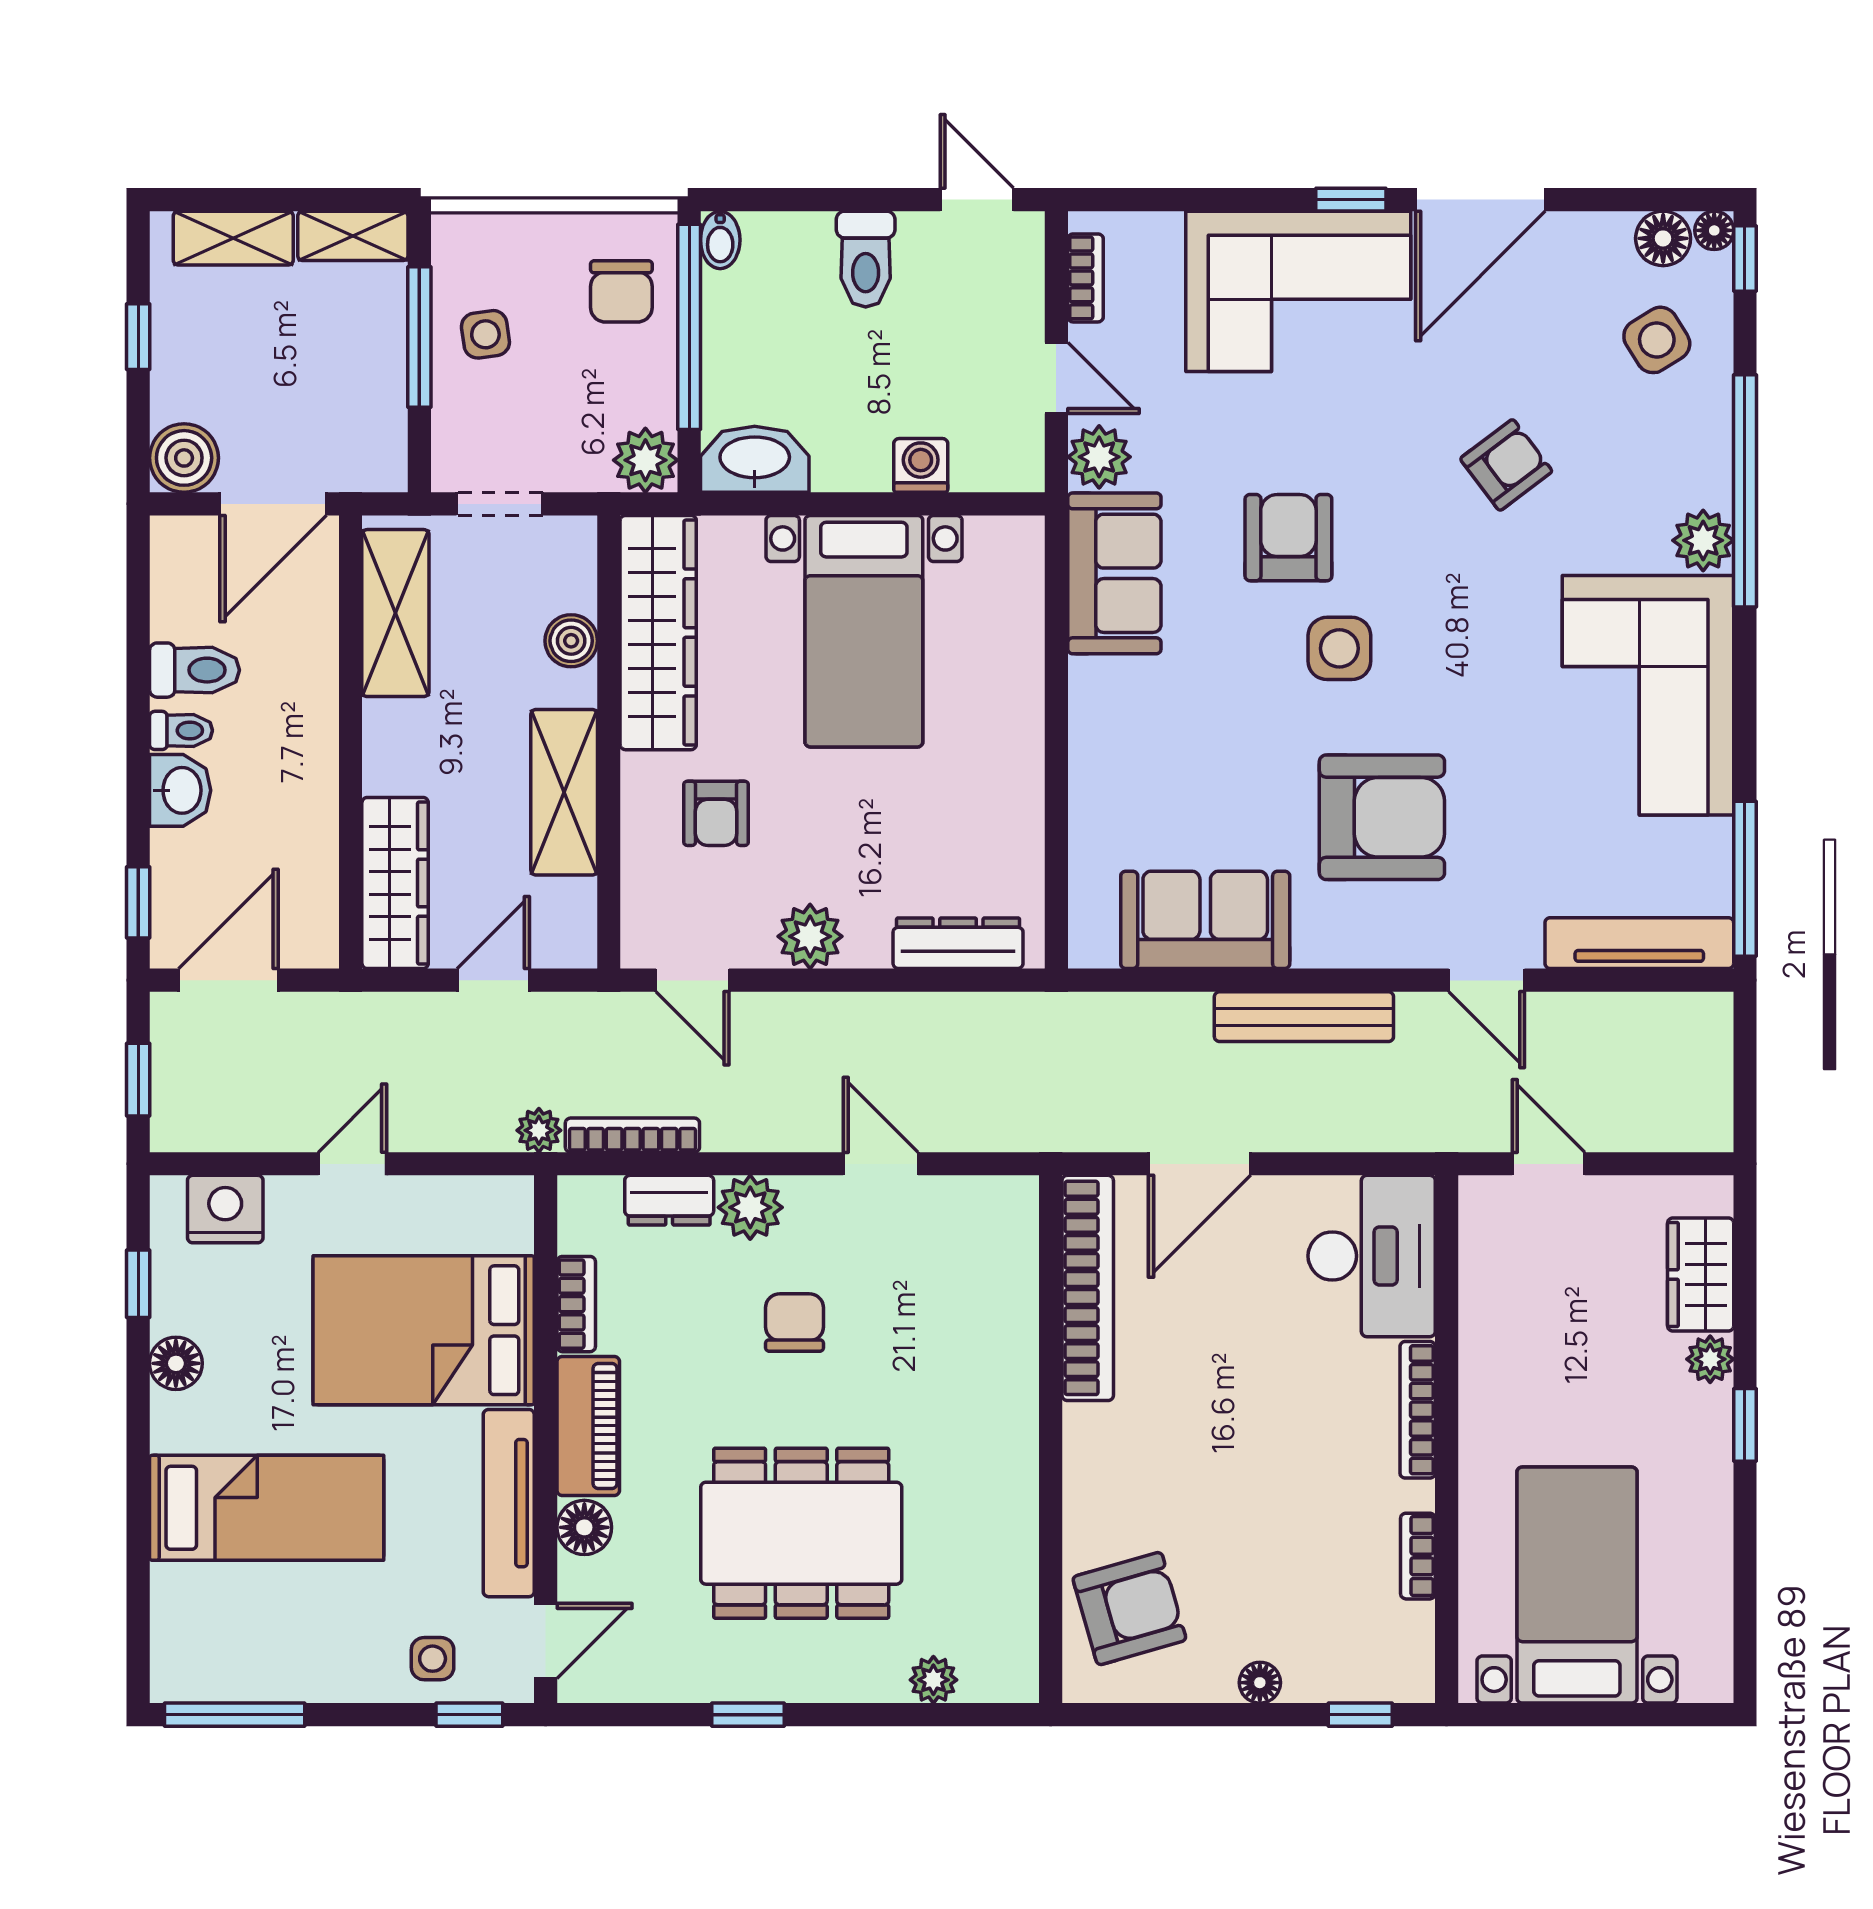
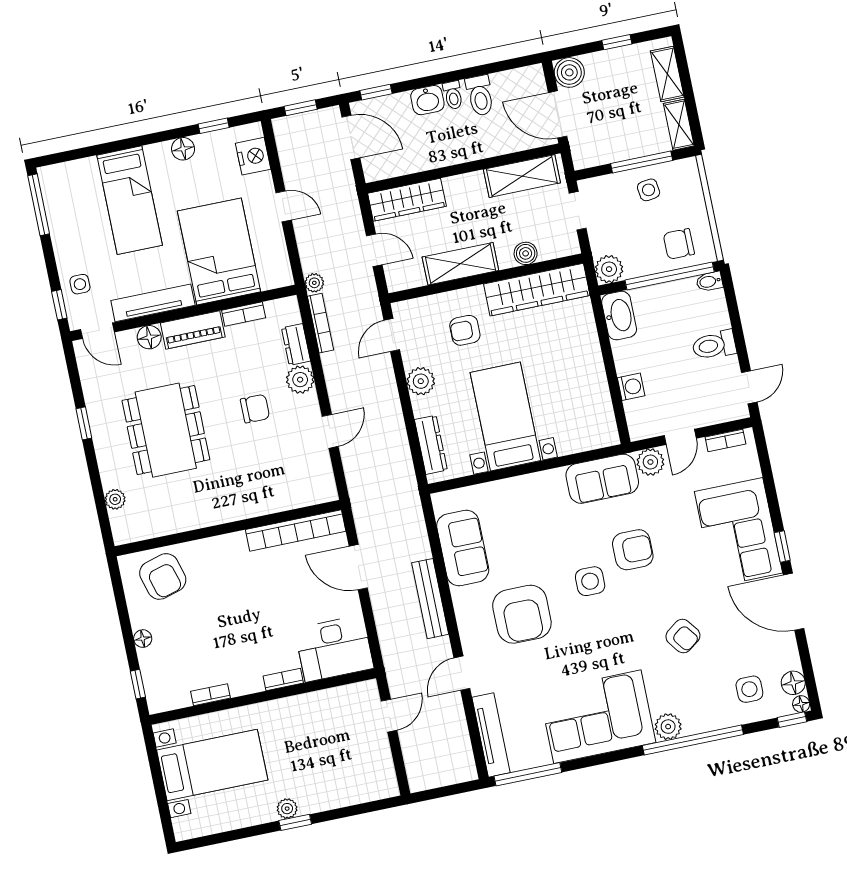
side table: (1657, 340) -> (749, 689), turned 32
bed with nightstands: (864, 631) -> (505, 417), moved, turned 90
wardrobe: (1701, 1274) -> (355, 790), removed
plant: (1710, 1359) -> (287, 809), moved
bookcase: (1418, 1410) -> (283, 679), width x0.64

